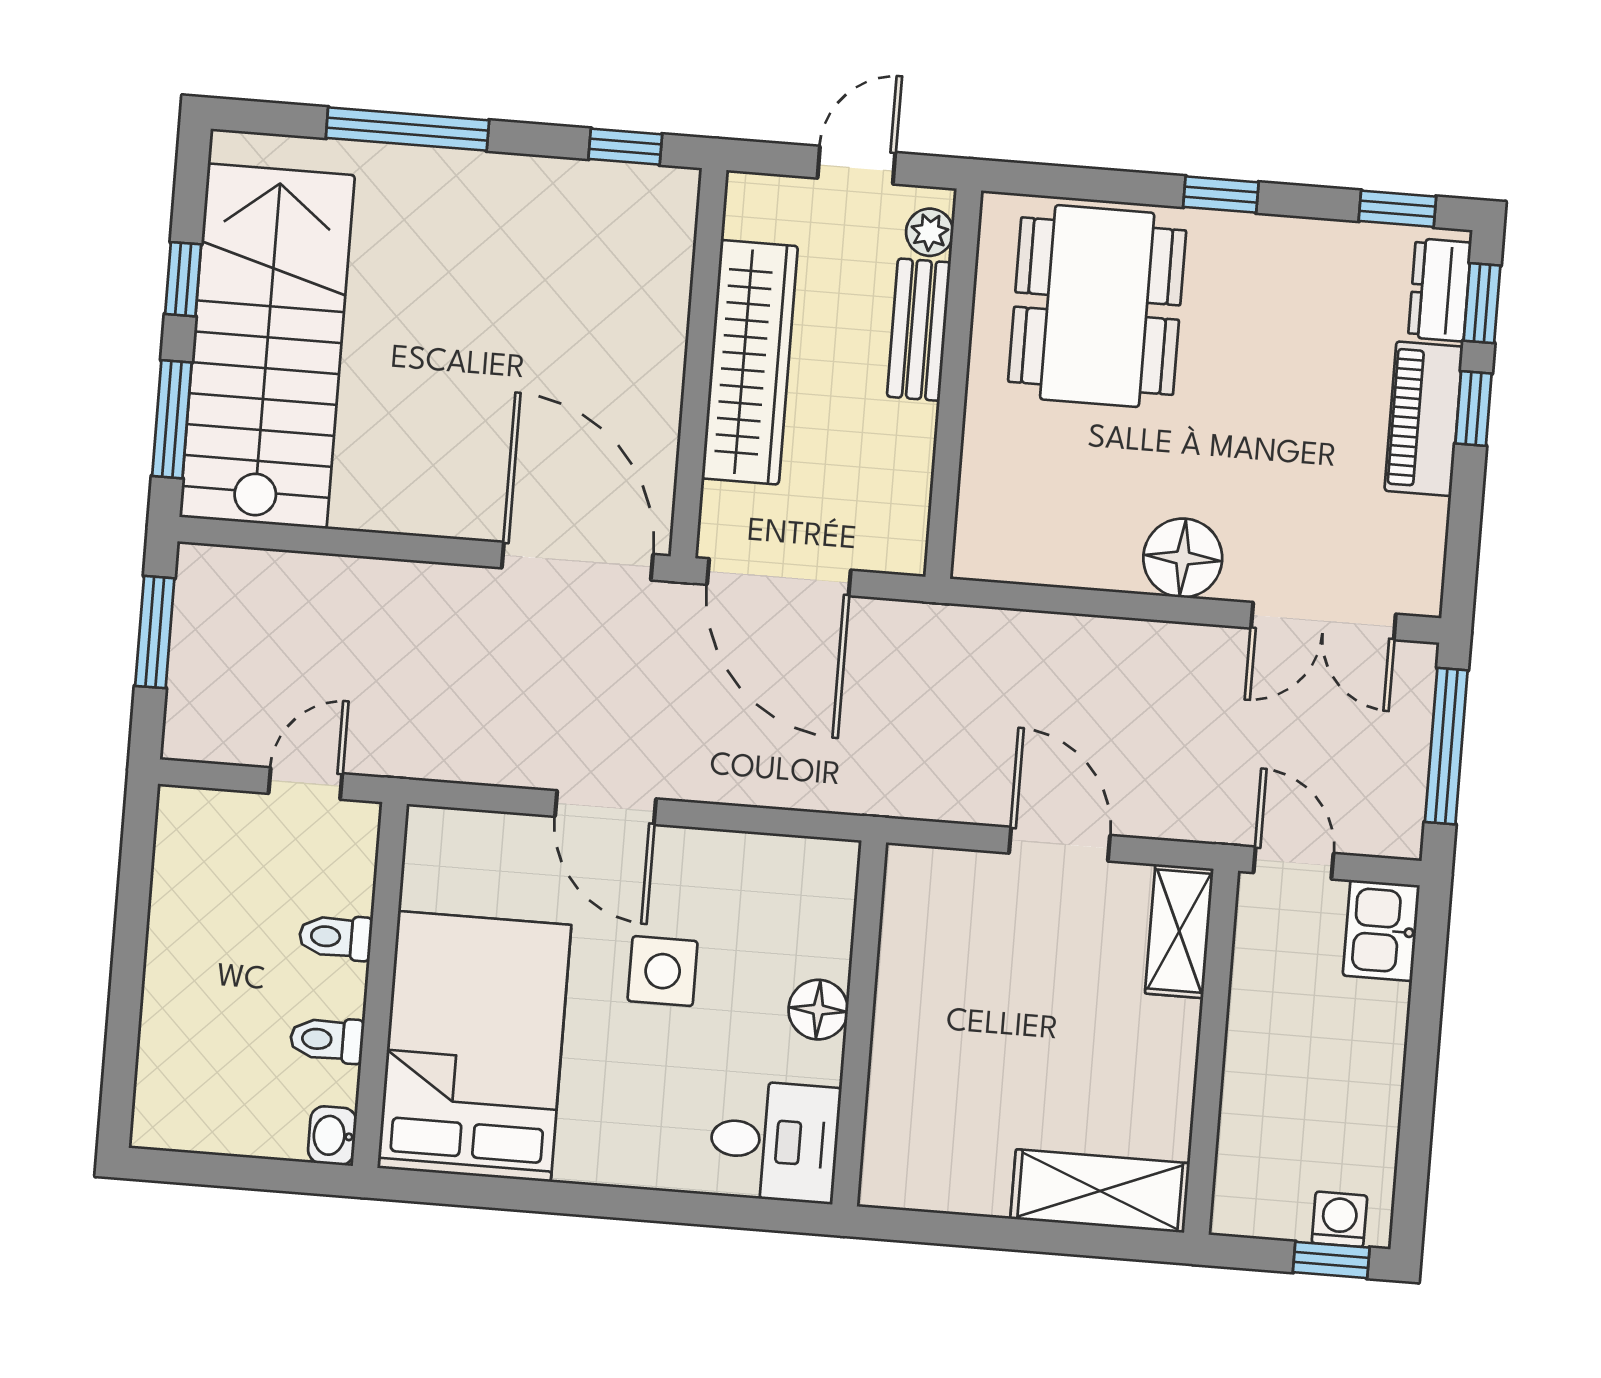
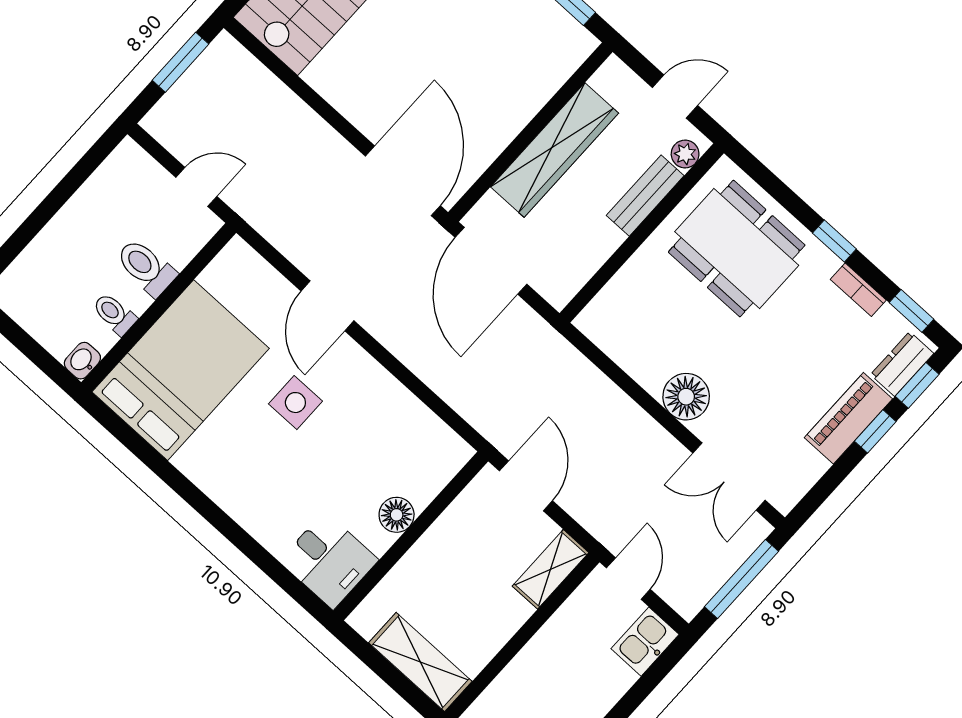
bookcase: (1304, 235) -> (858, 290), added
dining table: (1097, 306) -> (737, 249), turned 90
toilet: (336, 937) -> (146, 267), width x1.37, depth x1.39
floor lamp: (818, 1010) -> (397, 515), moved
wall: (859, 1023) -> (411, 536), moved
desk: (774, 1141) -> (329, 560), moved

